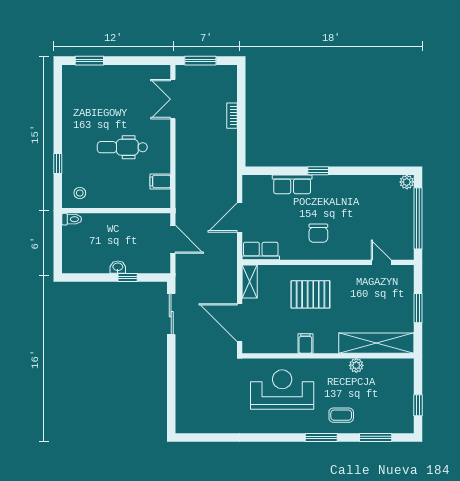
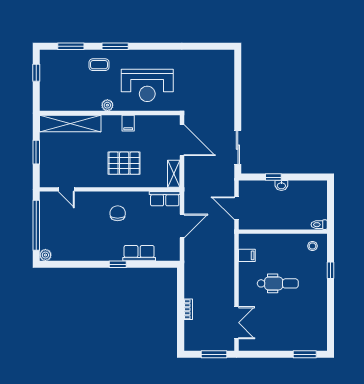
plant: (356, 365) -> (107, 105), moved

